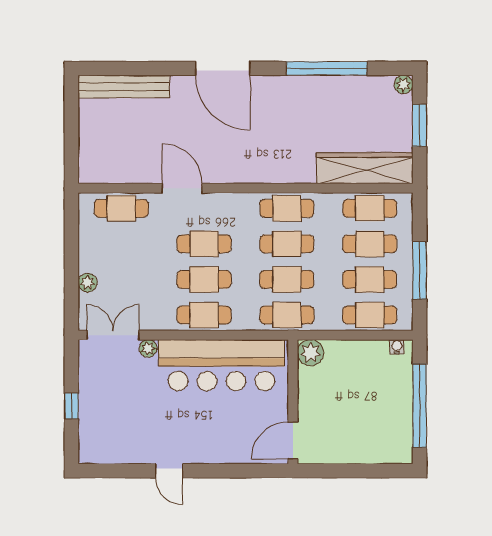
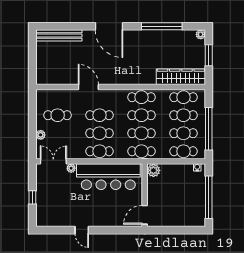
cafe table: (121, 208) -> (58, 115), moved
window: (420, 271) -> (209, 129), width x1.46

